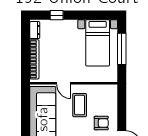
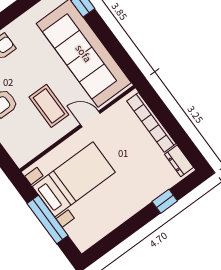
bed with nightstands: (98, 43) -> (74, 179), moved, turned 90

